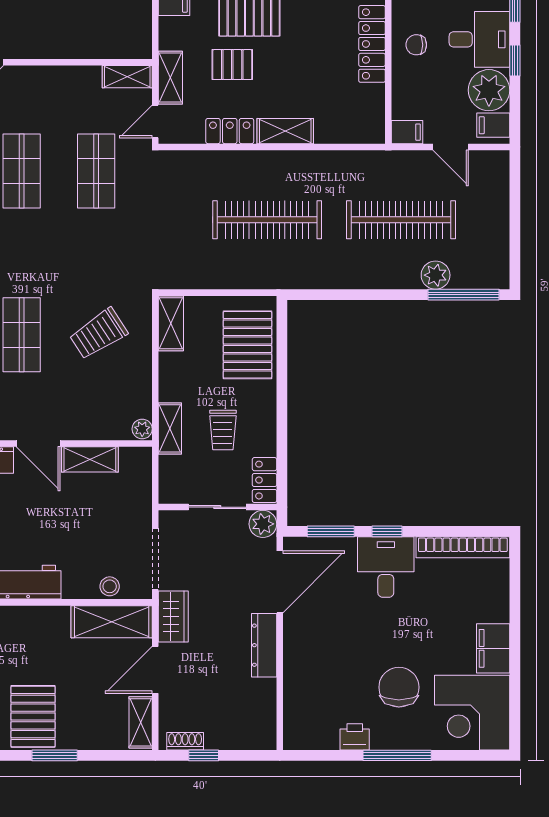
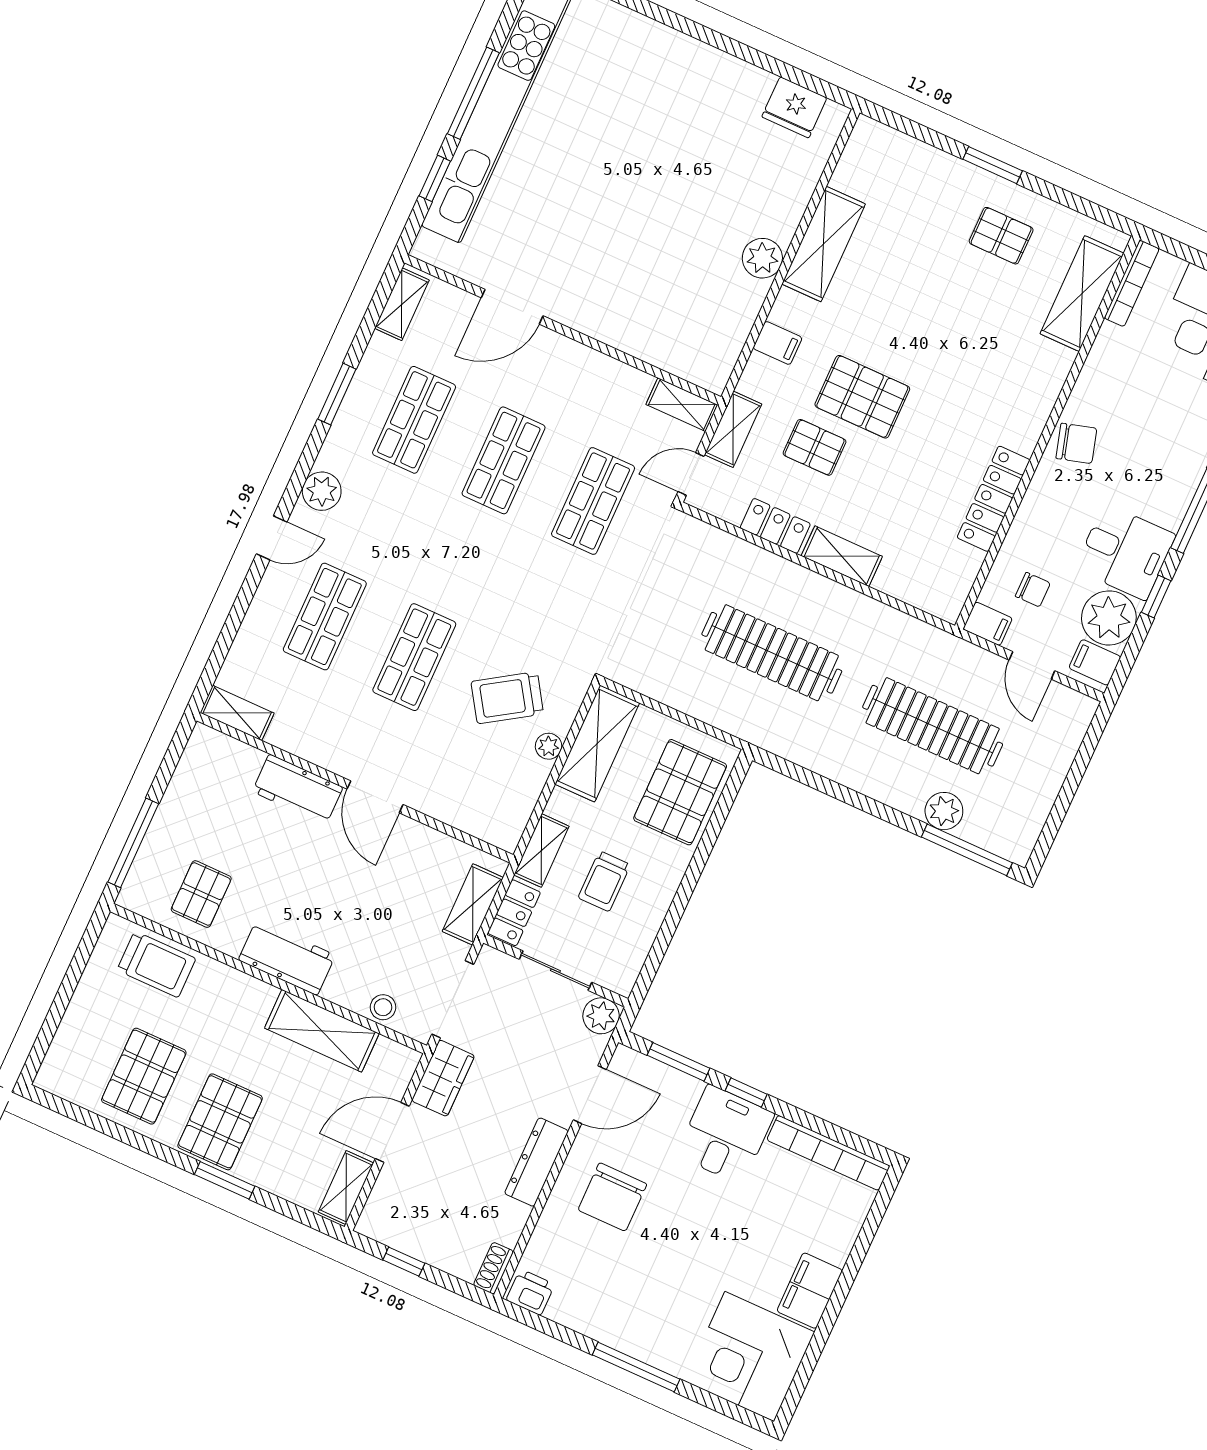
chair: (416, 45) -> (1033, 590), moved, turned 180
shelving: (171, 323) -> (597, 744), width x1.50, depth x1.33
plant: (142, 429) -> (549, 746), moved
shelving: (90, 459) -> (473, 904), moved, turned 90
locker: (265, 480) -> (514, 913), moved, turned 180
door: (280, 582) -> (590, 1095), width x0.73
shelving: (112, 622) -> (322, 1031), moved
chair: (399, 687) -> (612, 1197), moved, turned 180
printer: (355, 737) -> (530, 1292), moved
shoe rack: (185, 741) -> (494, 1268), moved, turned -90

